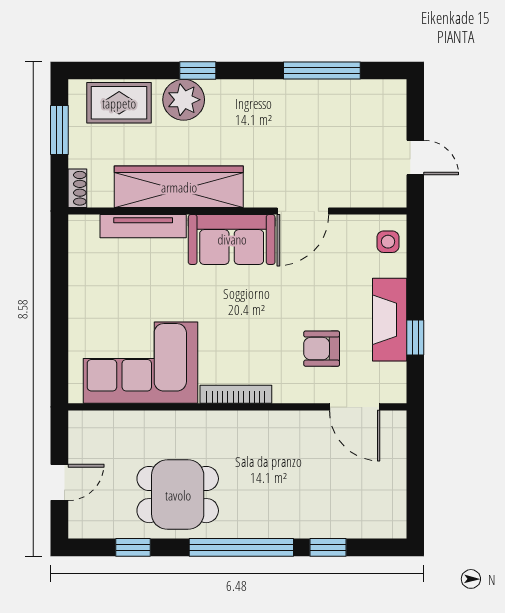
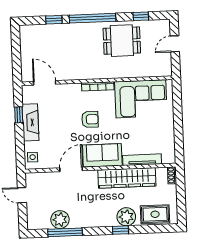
plant: (332, 99) -> (60, 220), added
window: (59, 130) -> (181, 201), removed
armchair: (322, 349) -> (90, 119), moved

